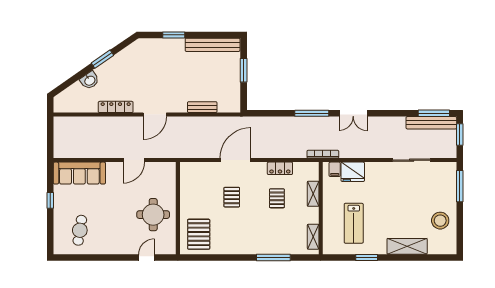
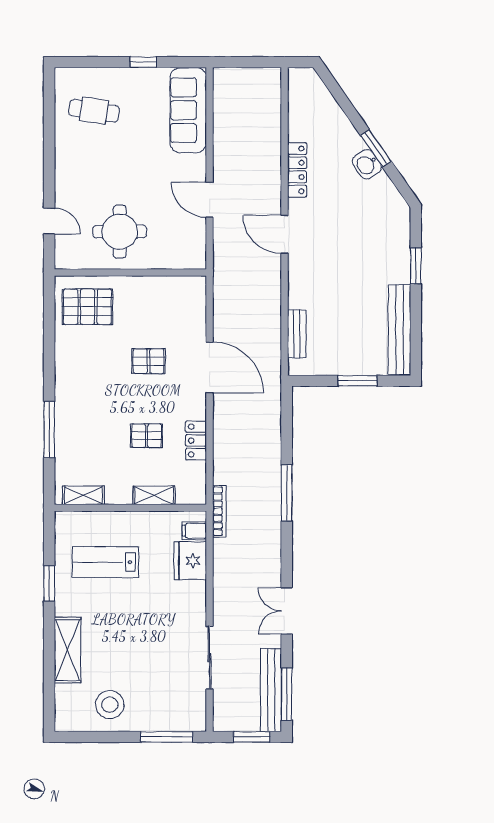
washbasin: (90, 80) -> (367, 164), moved
bench: (202, 107) -> (297, 334), moved
double door: (353, 113) -> (287, 611), moved

